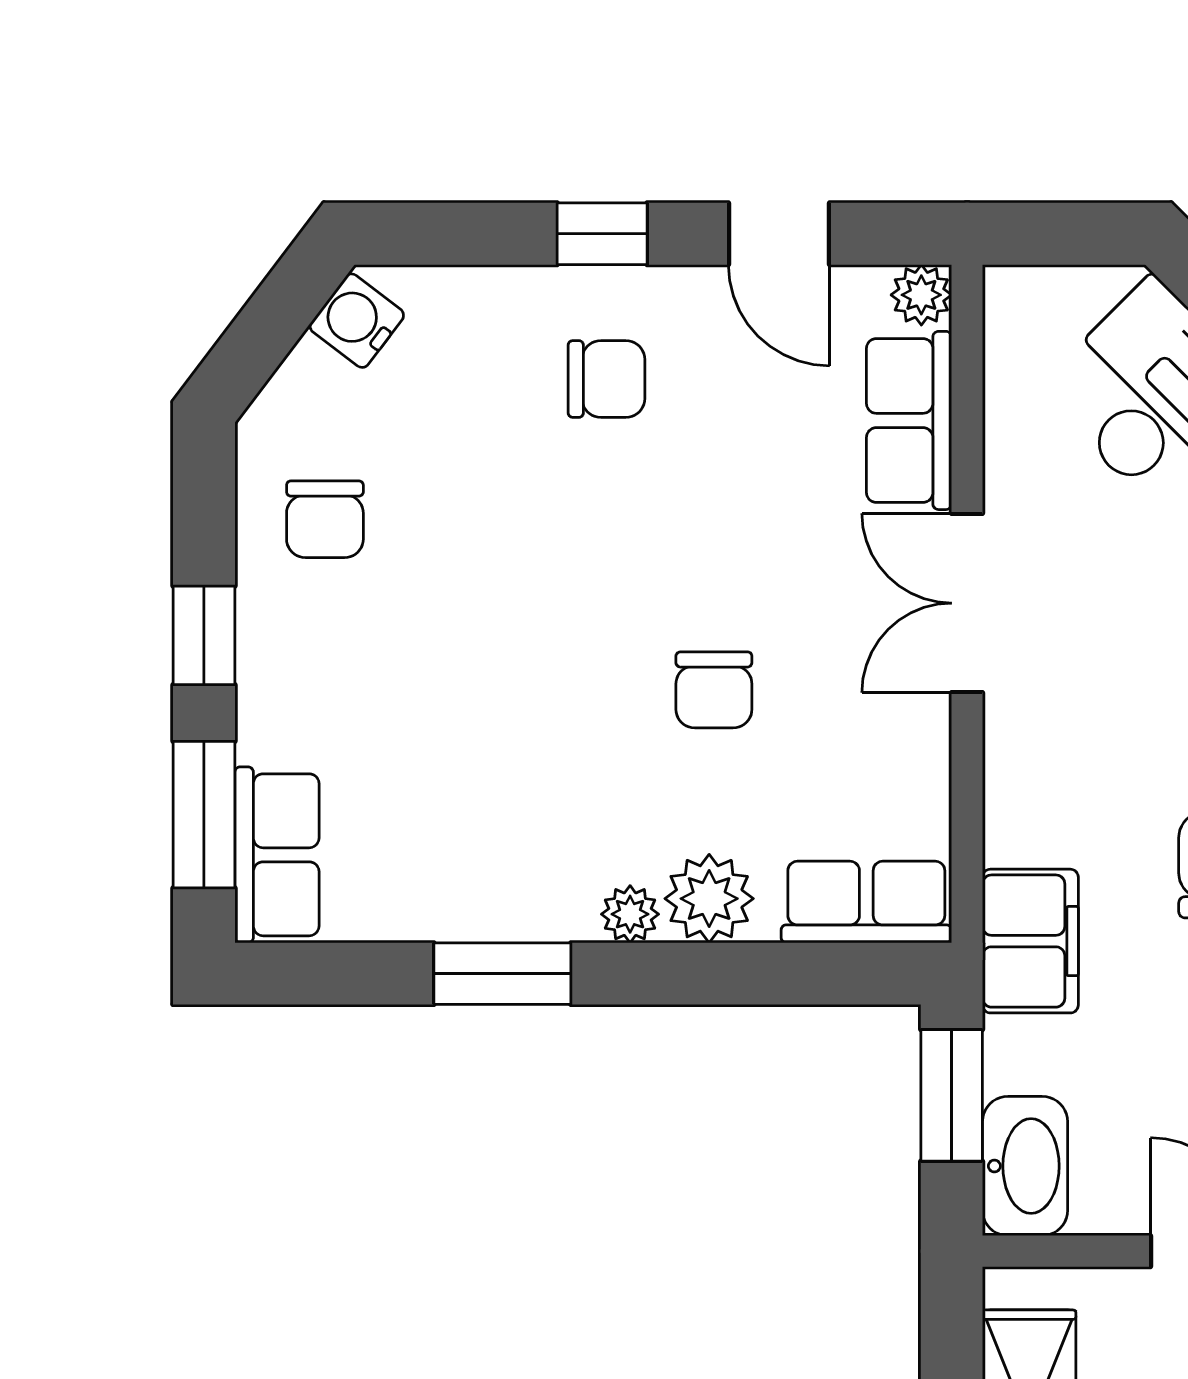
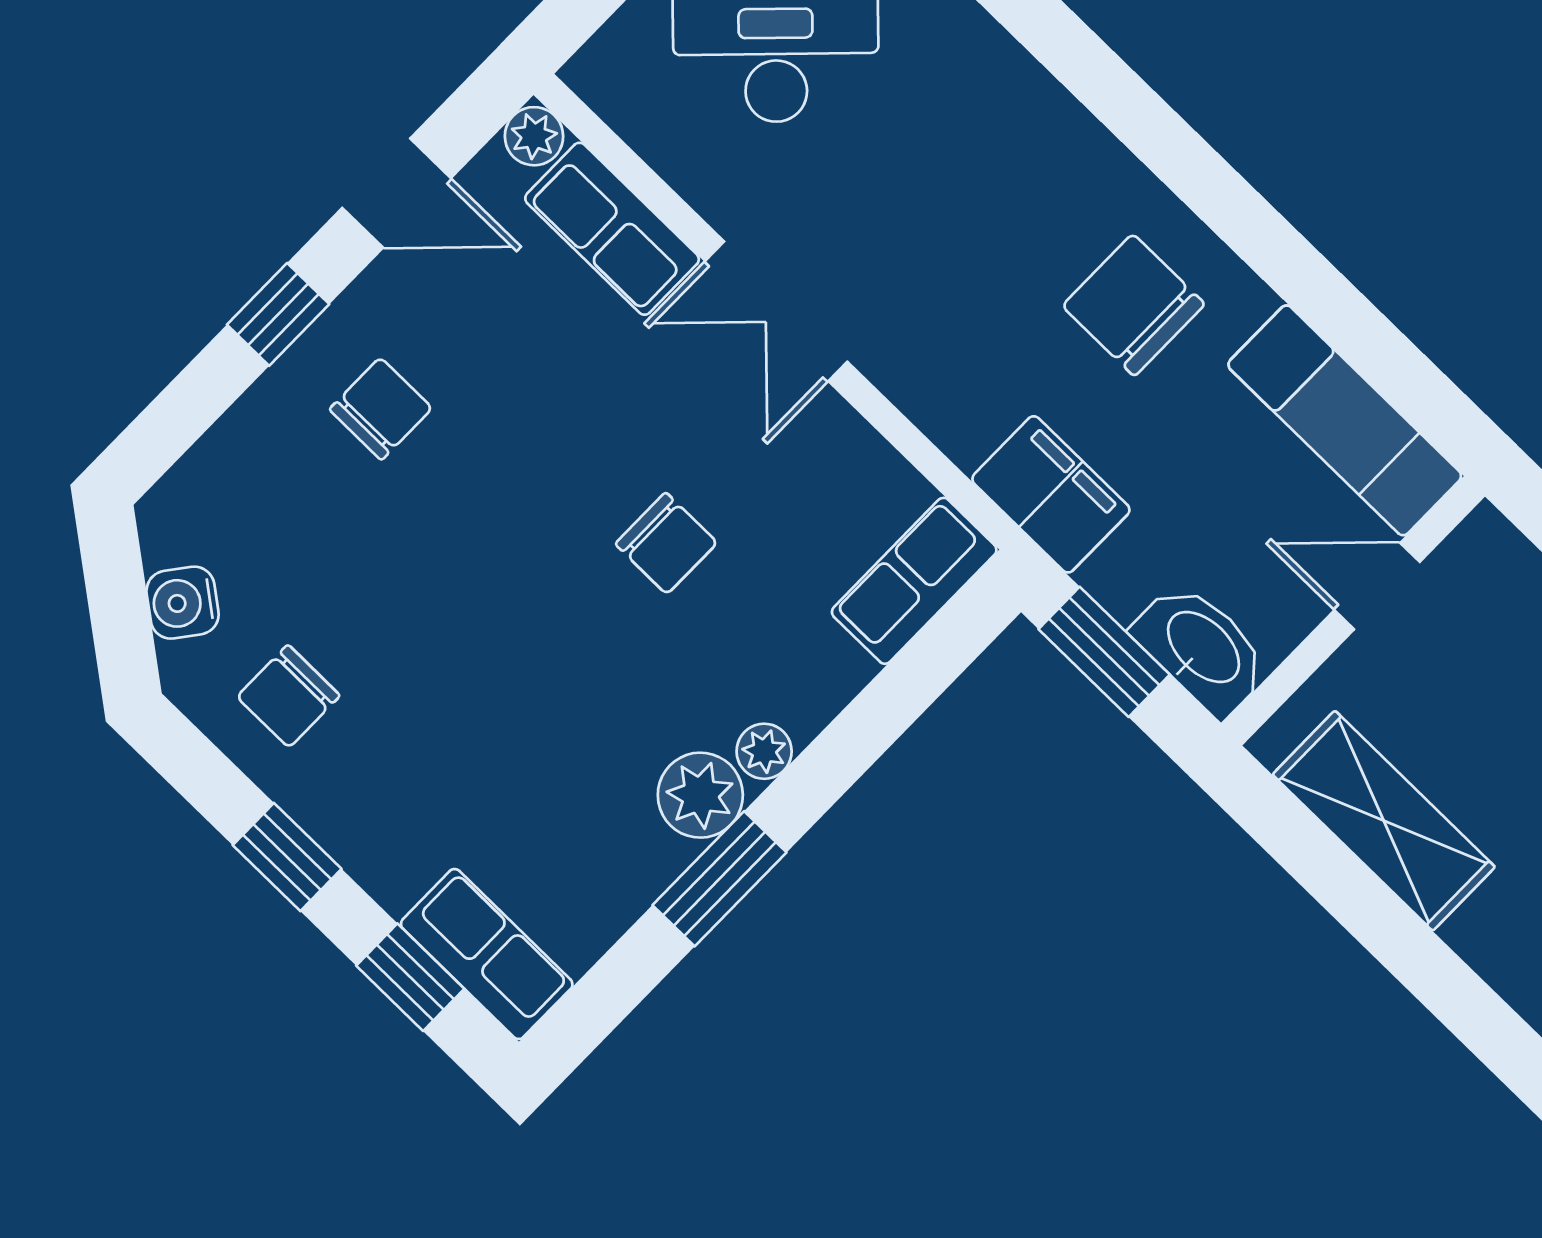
water cooler: (357, 321) -> (183, 603), moved
chair: (325, 519) -> (288, 696), turned 90
window: (204, 815) -> (410, 977), width x0.67
plant: (709, 899) -> (700, 795), moved

